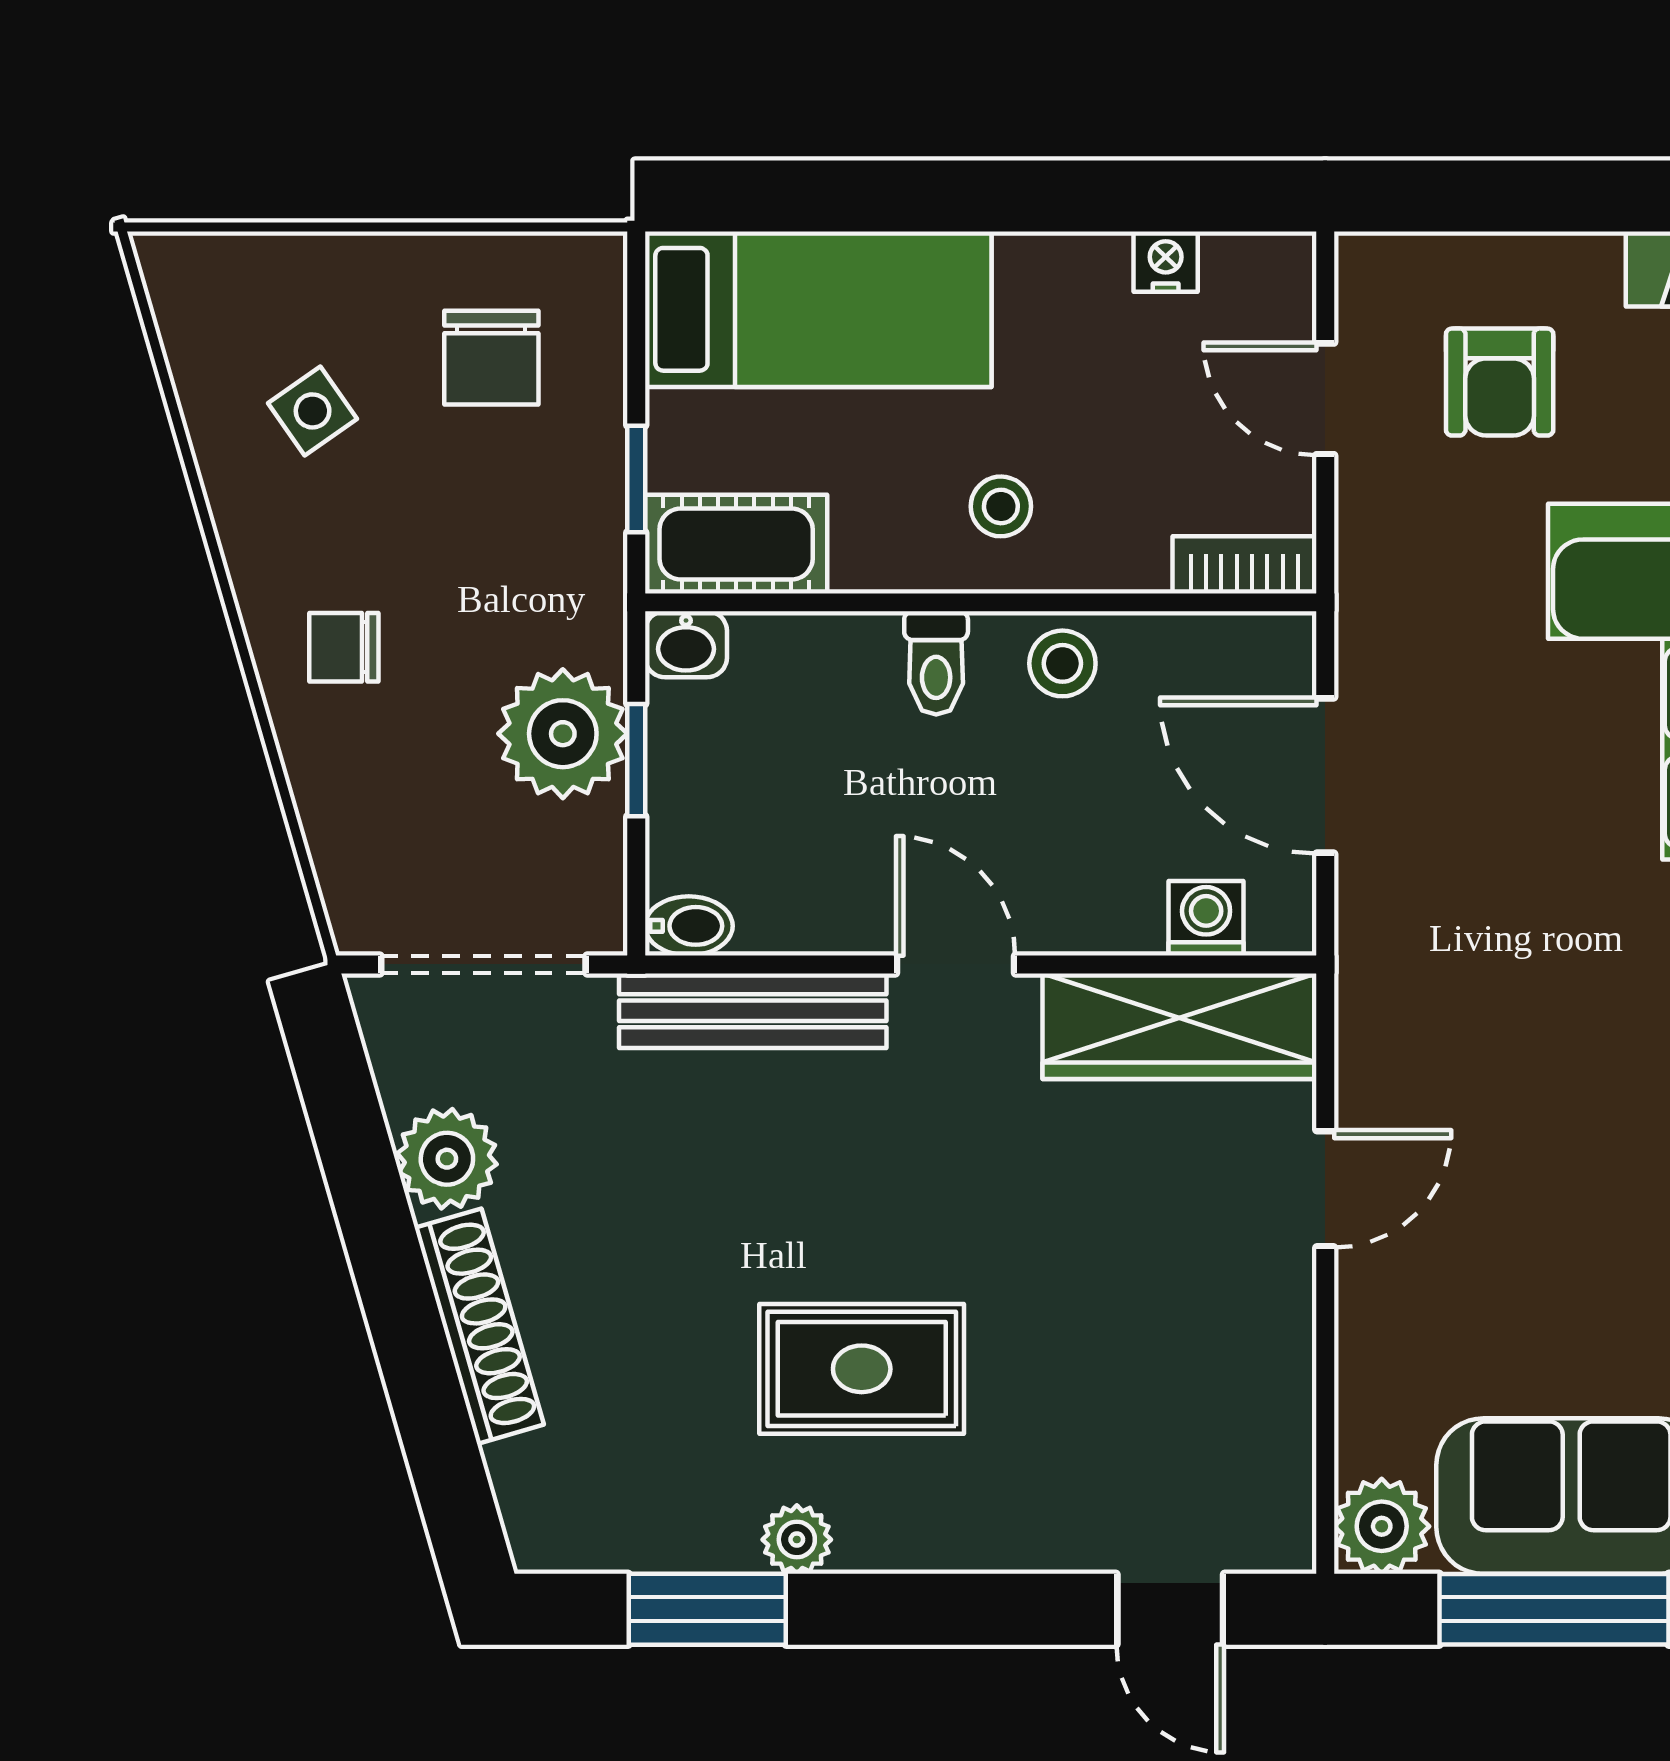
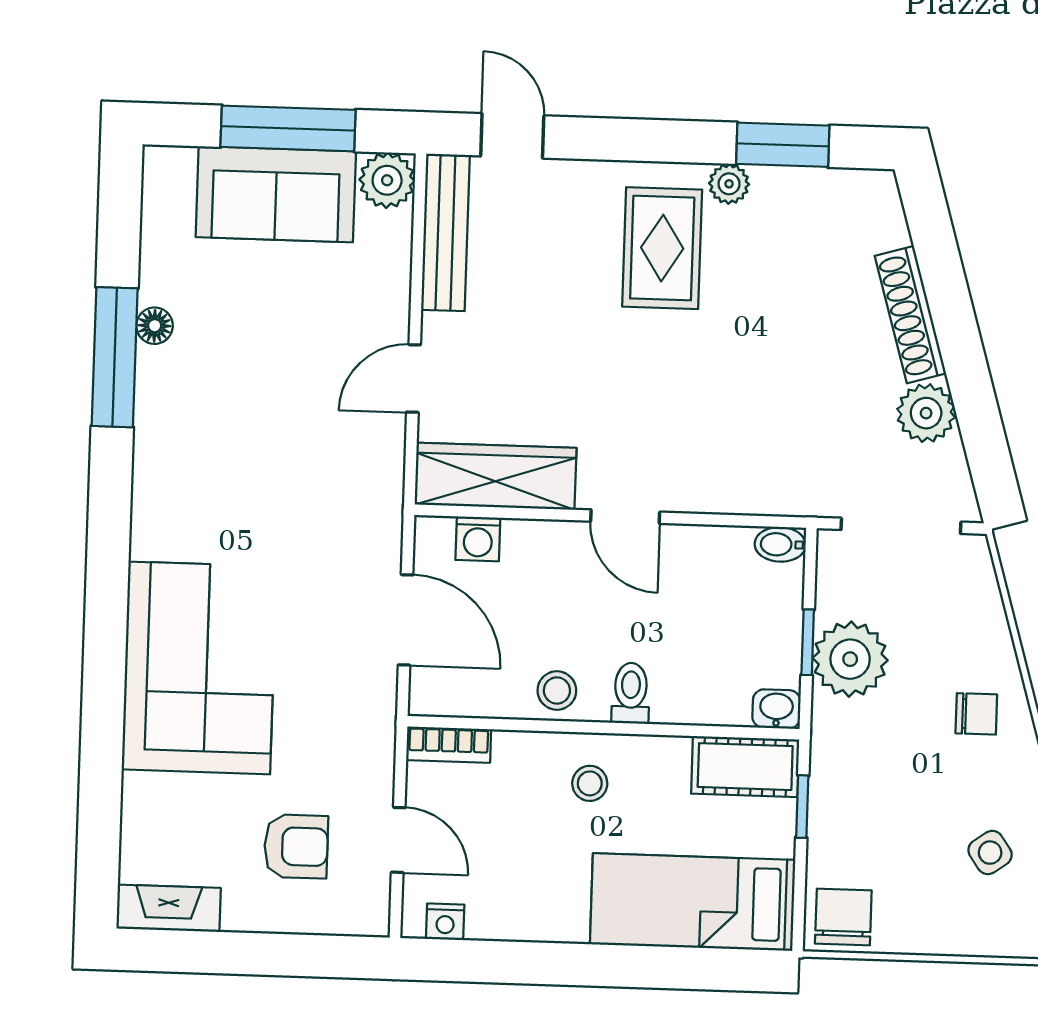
nightstand: (1166, 262) -> (445, 922), moved
chair: (491, 358) -> (843, 917), moved
armchair: (1500, 382) -> (296, 846), turned 90
bench: (753, 1011) -> (445, 232), moved, turned 90
rug: (862, 1369) -> (662, 248), moved, turned 90

